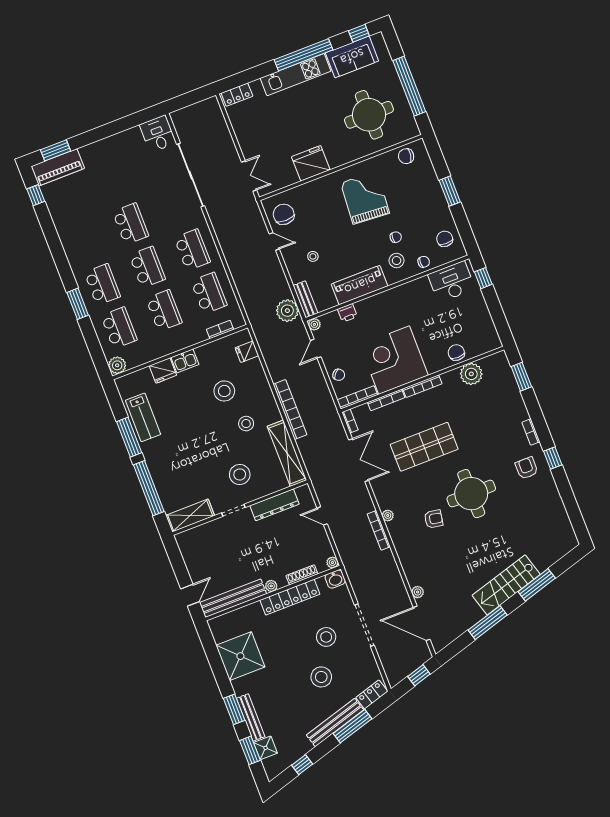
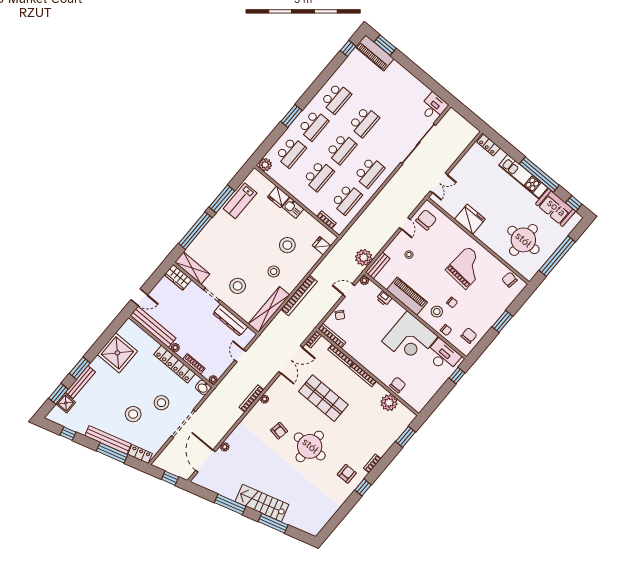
school desk: (86, 241) -> (336, 98), added
corner desk: (394, 360) -> (410, 339), moved, turned 180
wardrobe: (192, 538) -> (178, 277), added

